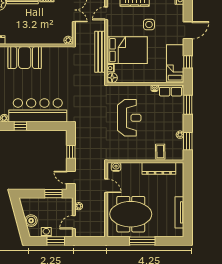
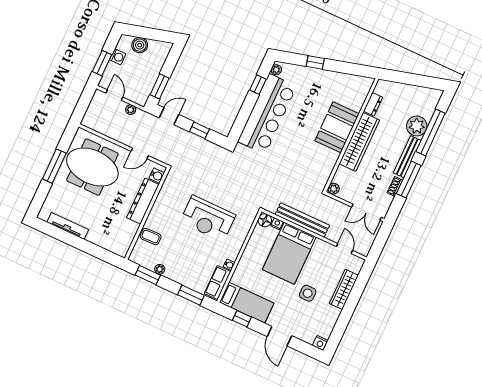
wardrobe: (28, 37) -> (359, 142), added
dresser: (159, 168) -> (143, 201), moved
meeting table: (131, 214) -> (92, 167), turned 90

